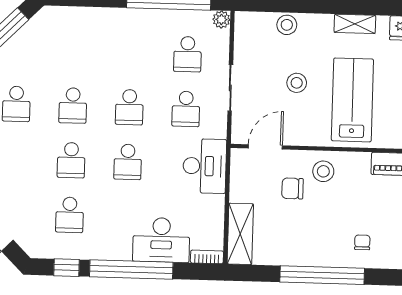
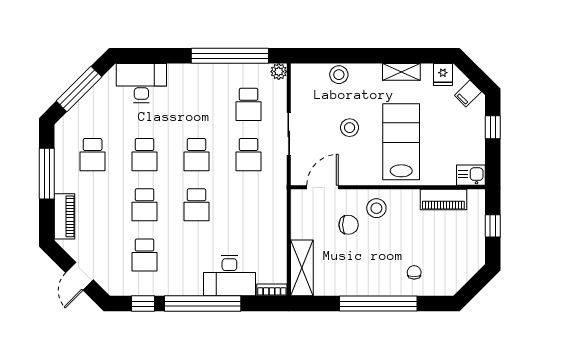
desk: (205, 166) -> (141, 83), moved, turned -90
chair: (292, 188) -> (349, 225), turned 180

